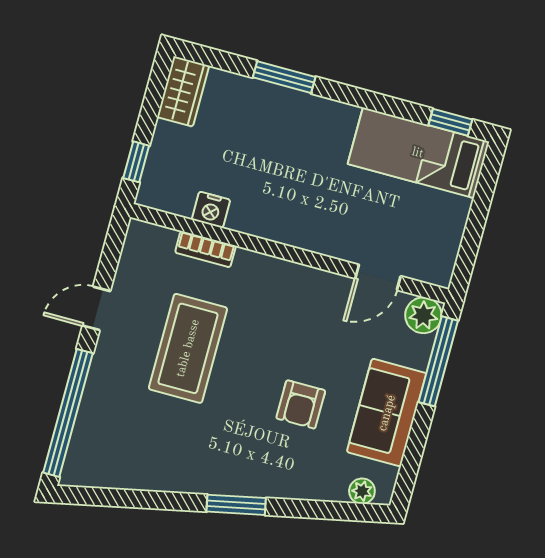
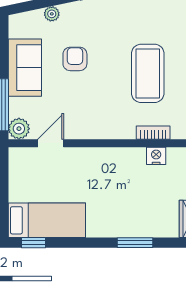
plant: (362, 491) -> (52, 14), moved

